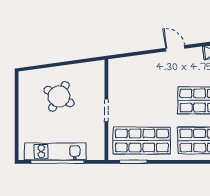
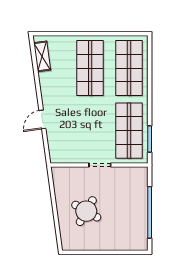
door: (175, 48) -> (42, 119), moved
kitchen unit: (55, 151) -> (140, 215), removed

